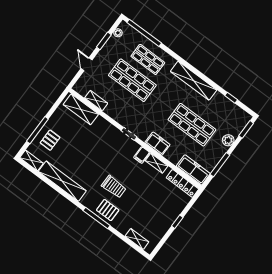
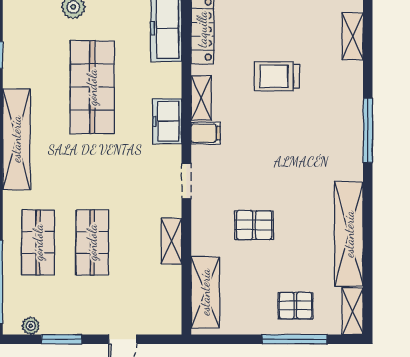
shop shelf: (132, 80) -> (92, 242), width x0.70, depth x0.74
shelving: (96, 101) -> (171, 241), moved
trolley: (114, 187) -> (277, 76), moved, turned -90
pallet: (108, 210) -> (254, 225), moved, turned 90

